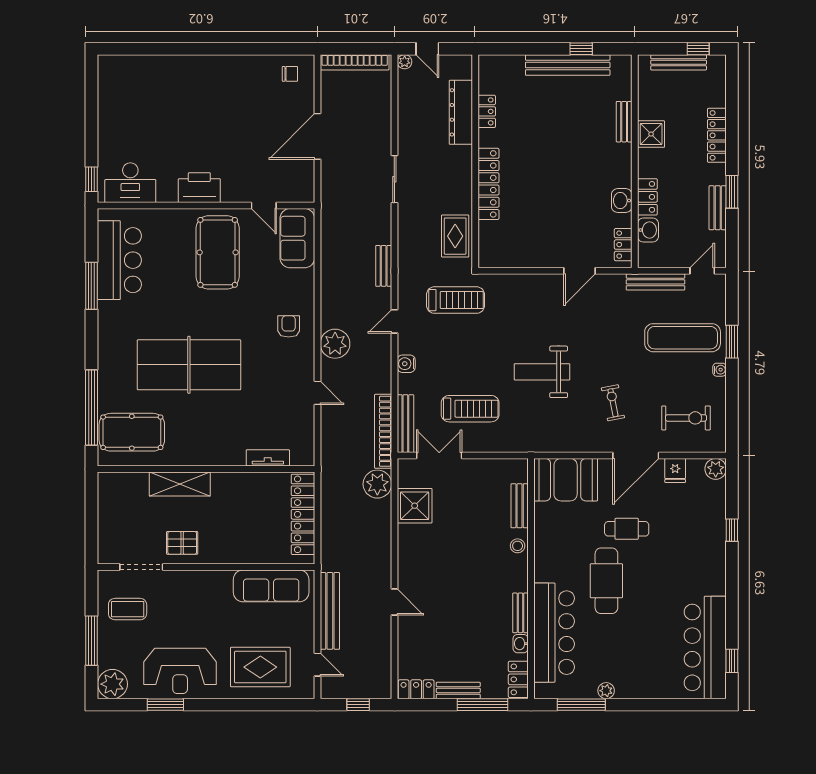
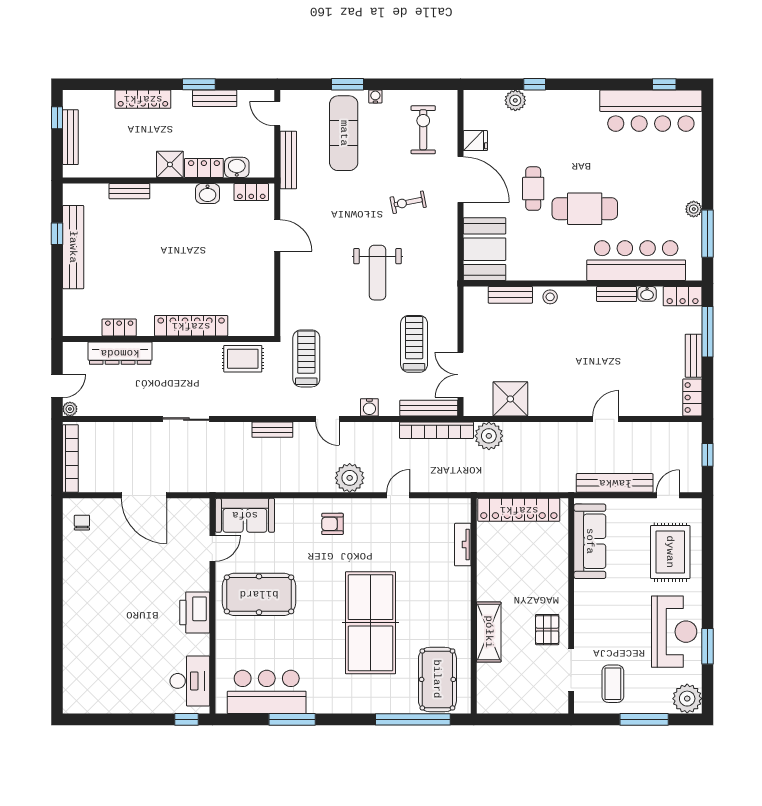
shower: (651, 134) -> (170, 164), moved
plant: (716, 469) -> (515, 100), moved

